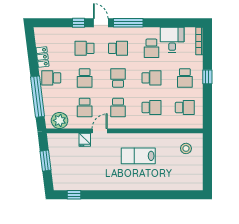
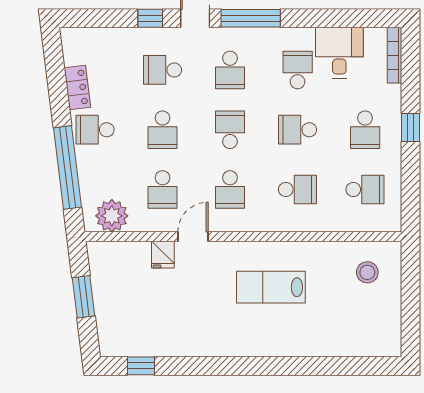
school desk: (118, 48) -> (230, 70), turned 90
school desk: (151, 48) -> (298, 70), turned 180
school desk: (151, 78) -> (298, 130), turned 180

